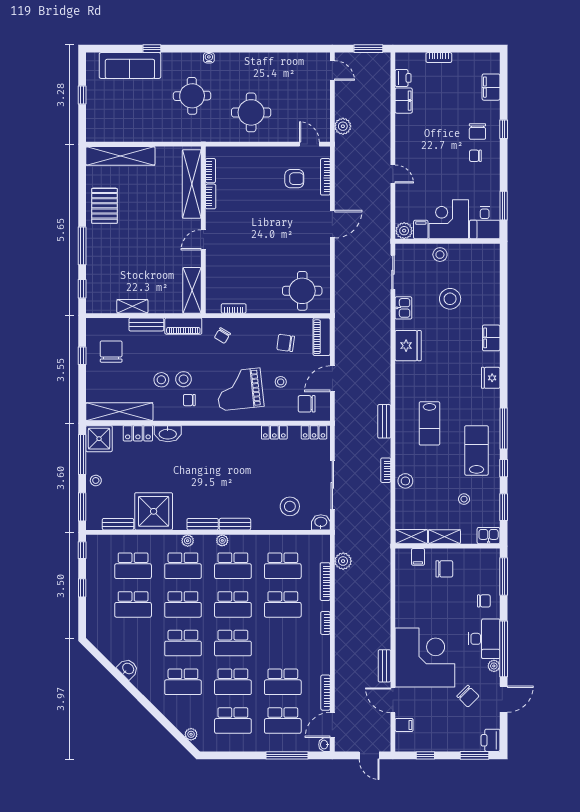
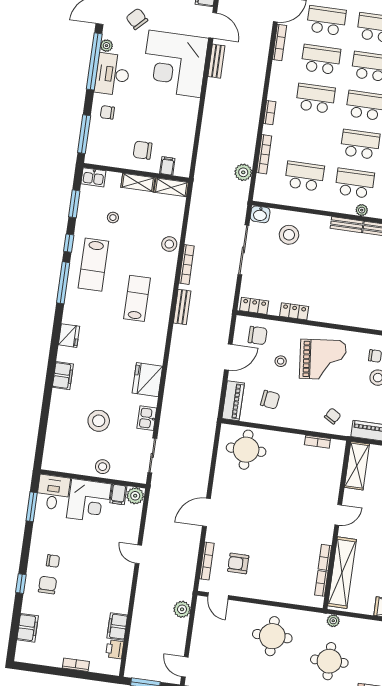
plant: (194, 136) -> (333, 621), added
bookcase: (386, 470) -> (187, 265), width x1.56
school desk: (283, 604) -> (315, 98), moved

